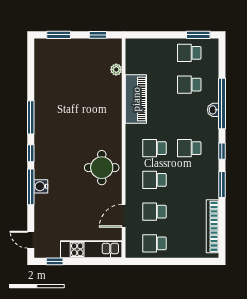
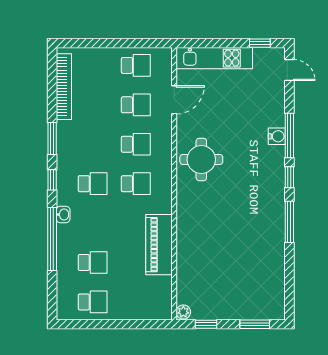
window: (198, 35) -> (81, 324), removed
plant: (116, 70) -> (183, 312), moved
washbasin: (213, 110) -> (63, 215), moved

